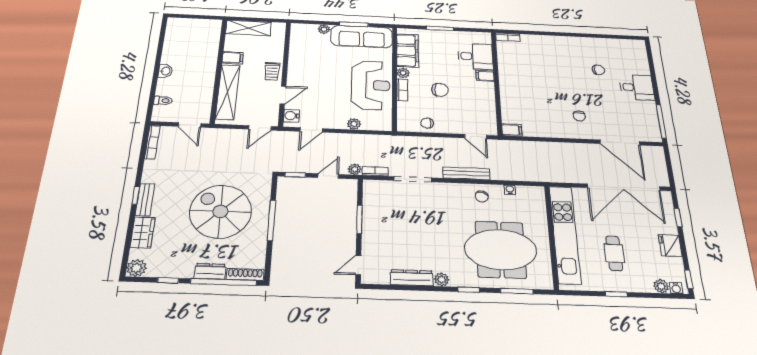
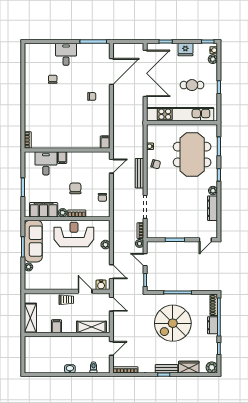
shelving: (228, 92) -> (91, 327), width x0.68
door: (358, 265) -> (205, 240), hinge flipped

